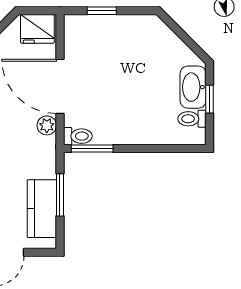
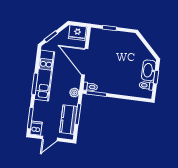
plant: (47, 125) -> (74, 93), moved

